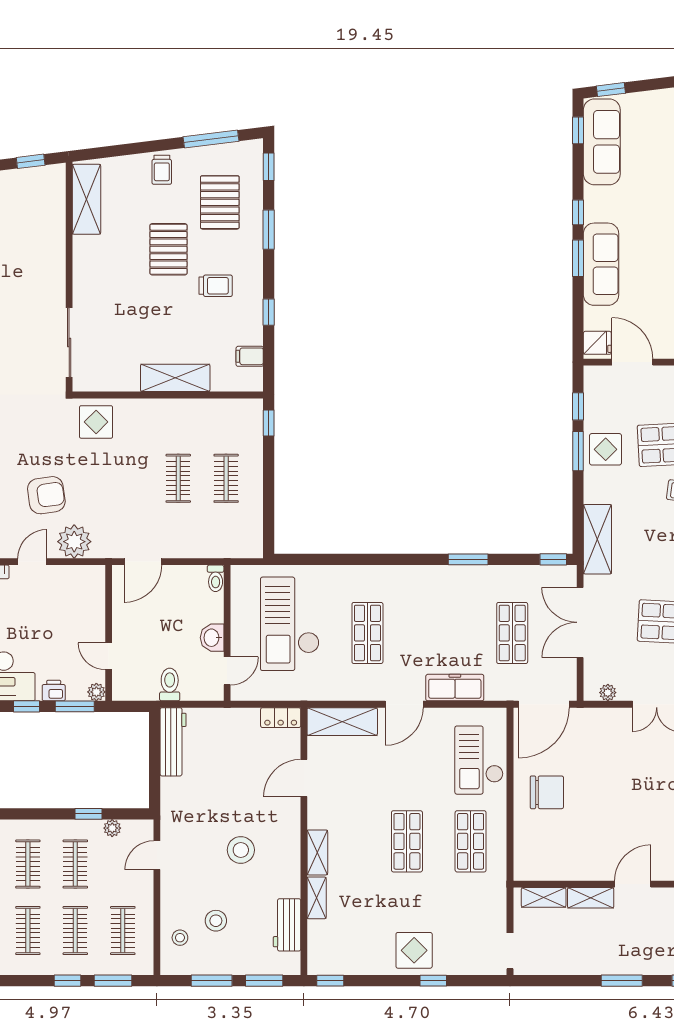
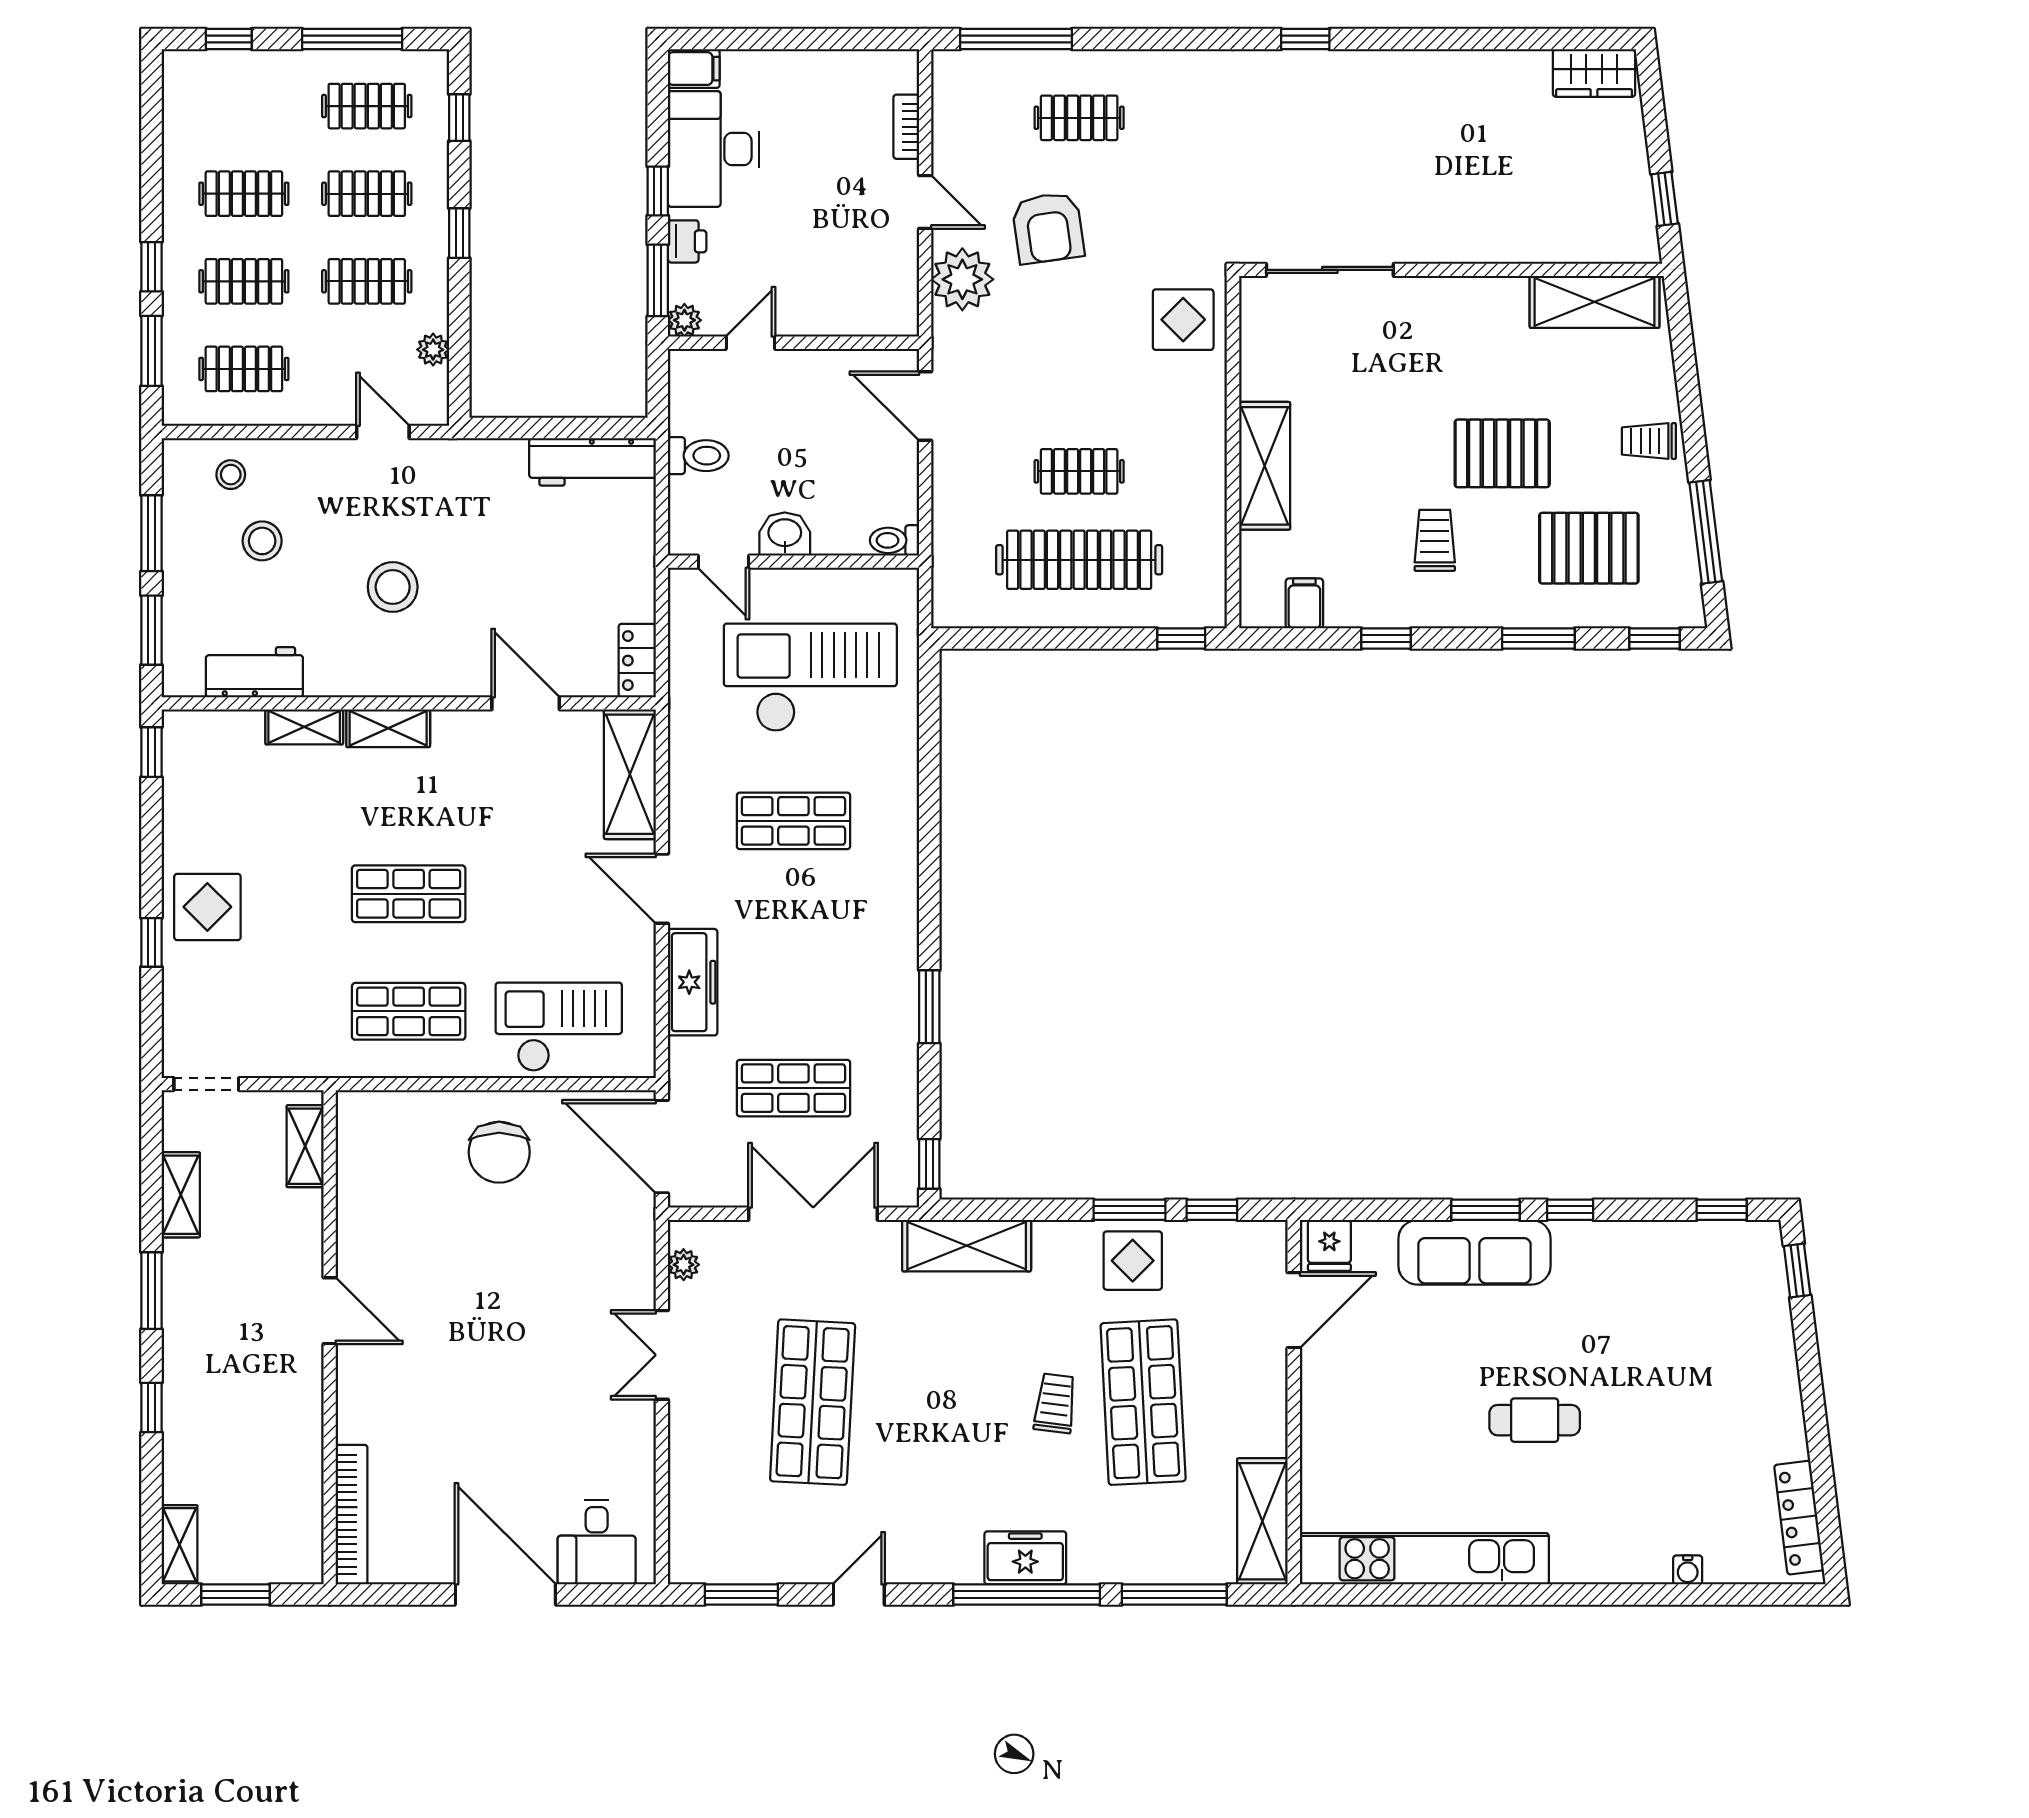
sofa: (602, 142) -> (1700, 1254), removed
trolley: (216, 286) -> (1435, 540), turned 180
clothes rail: (226, 478) -> (1079, 560), width x1.86, depth x1.31
window: (89, 814) -> (459, 233), moved
shelving: (591, 898) -> (181, 1195), moved

